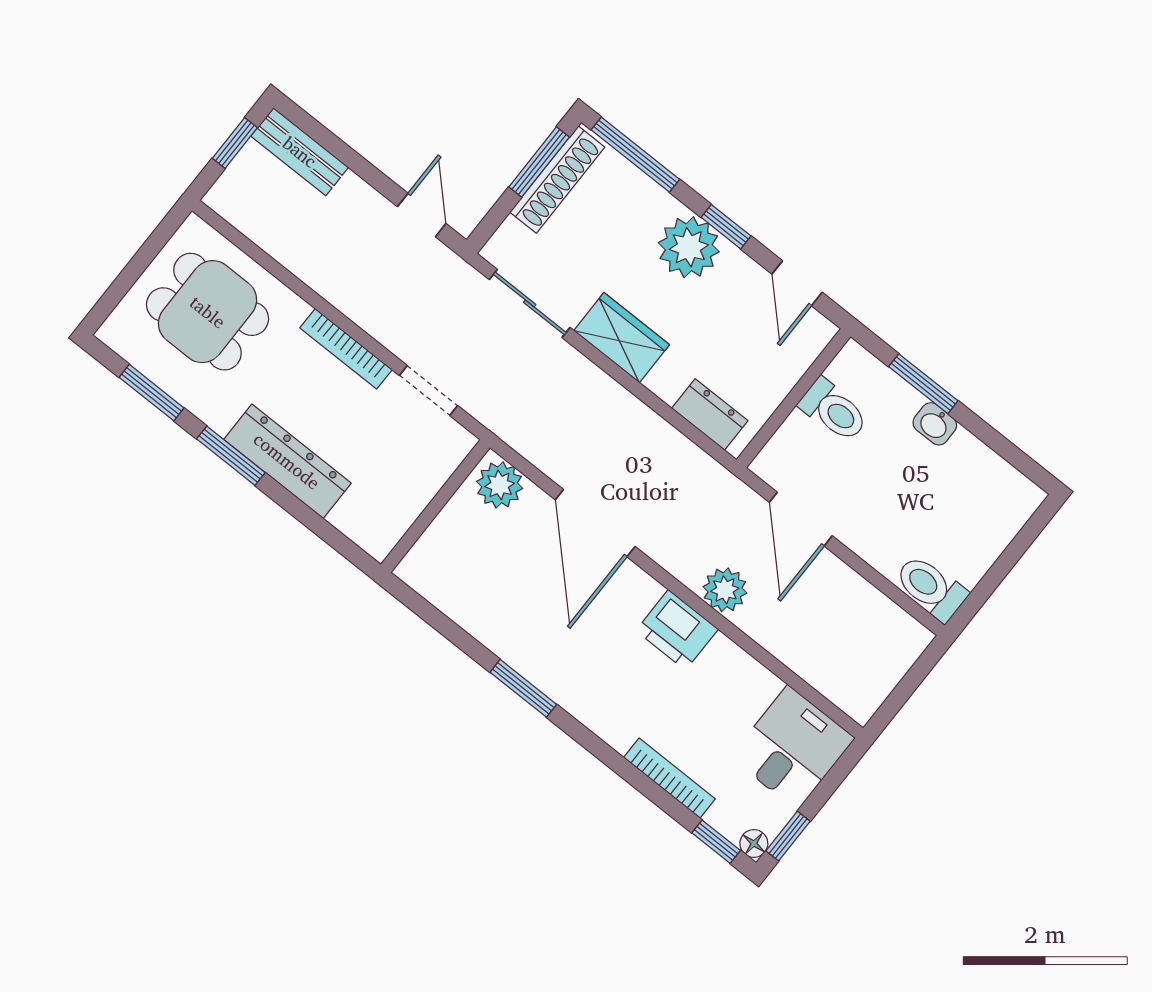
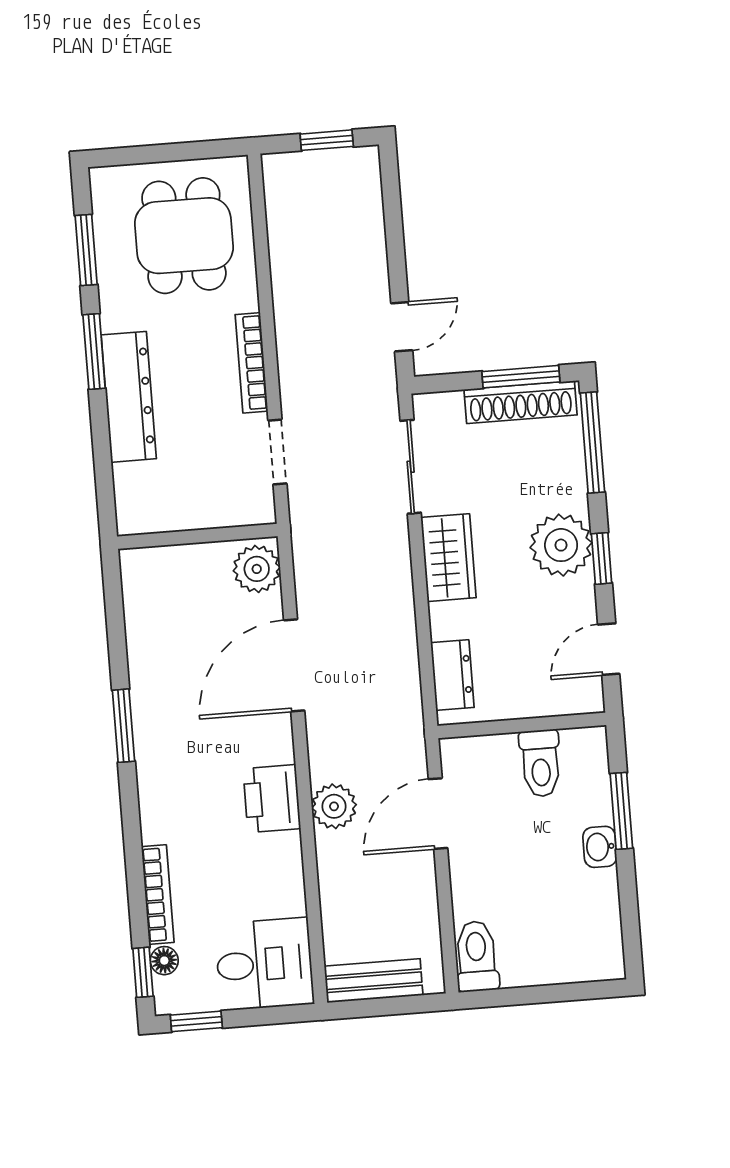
bench: (300, 152) -> (374, 981), moved, turned 90
floor lamp: (754, 843) -> (164, 961), moved

